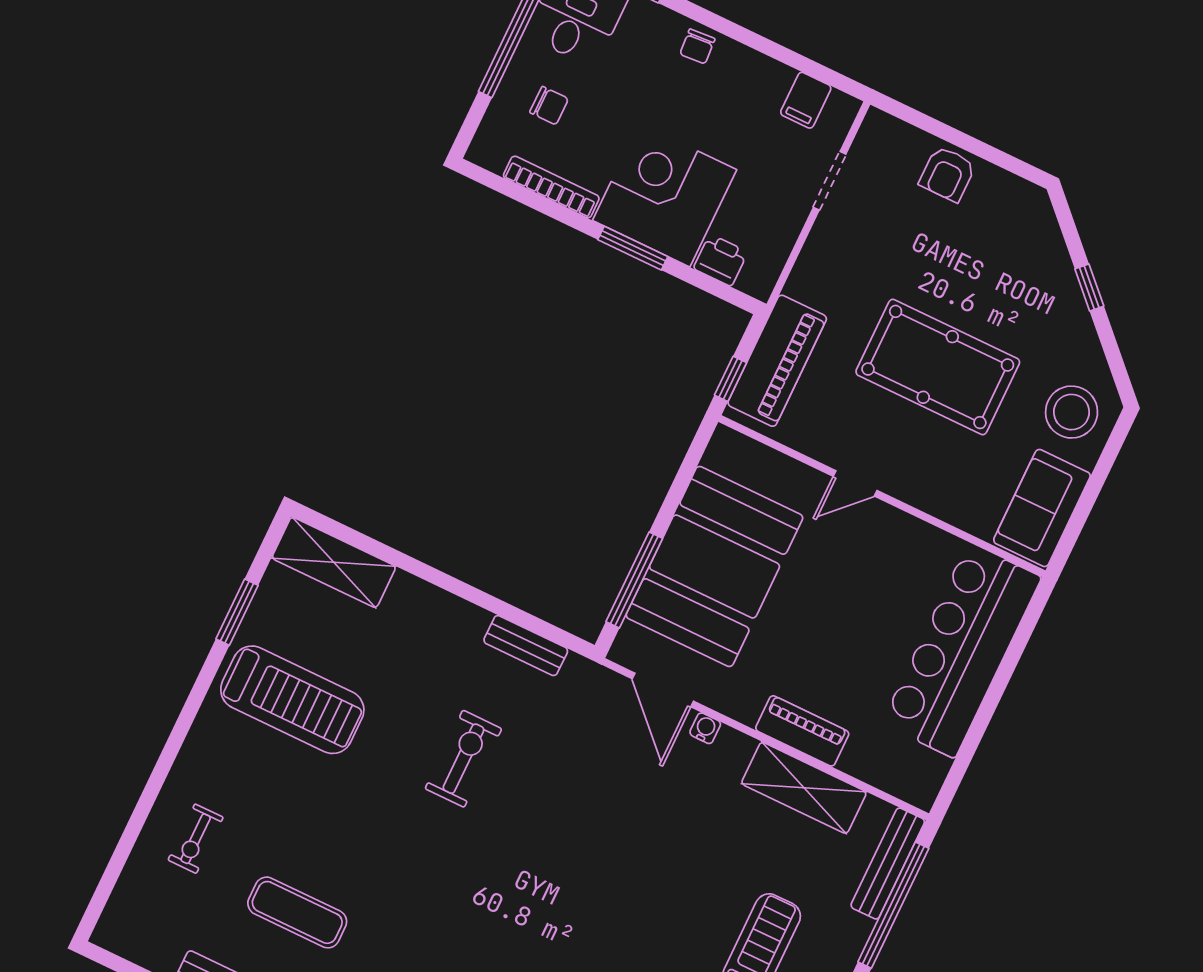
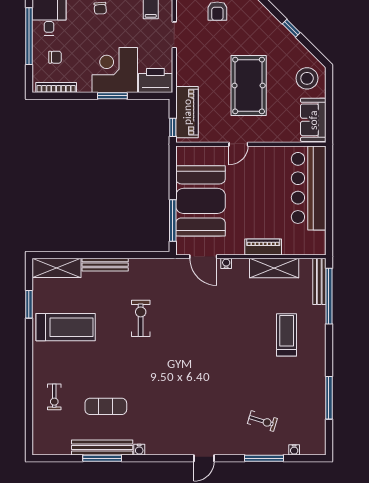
bookcase: (551, 187) -> (56, 87), moved
printer: (721, 260) -> (155, 81), width x1.87, depth x1.48
pool table: (938, 367) -> (249, 86), turned 90
bench: (526, 646) -> (105, 265), moved, width x1.36

